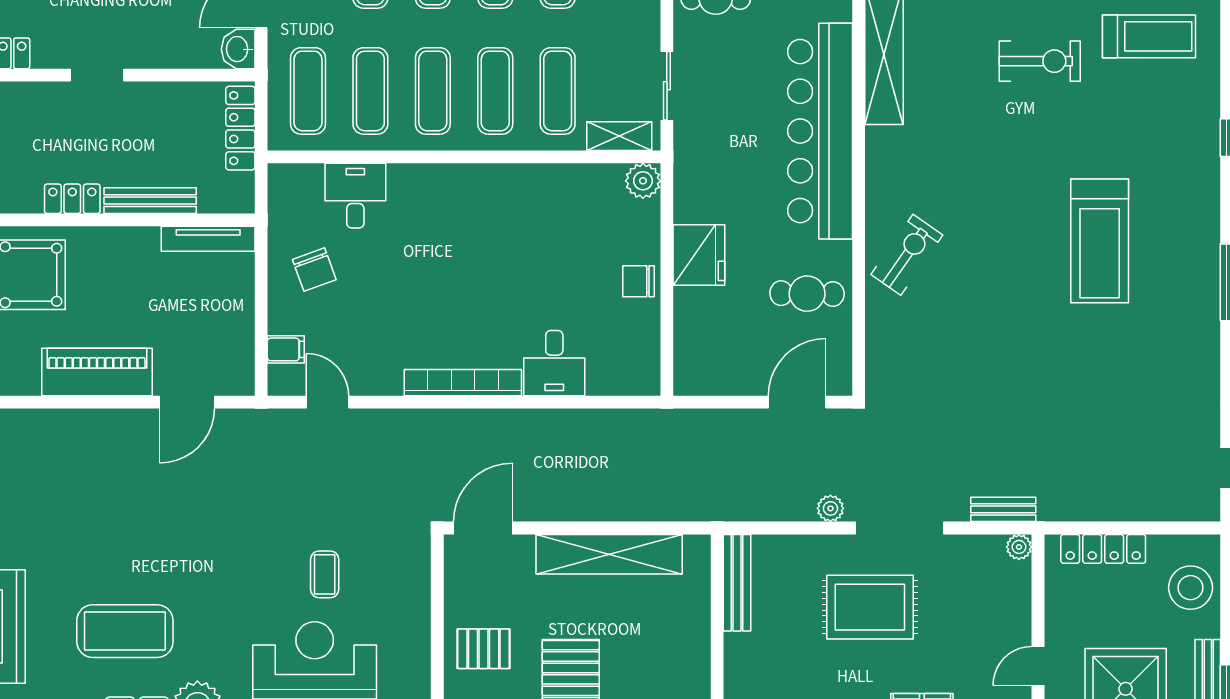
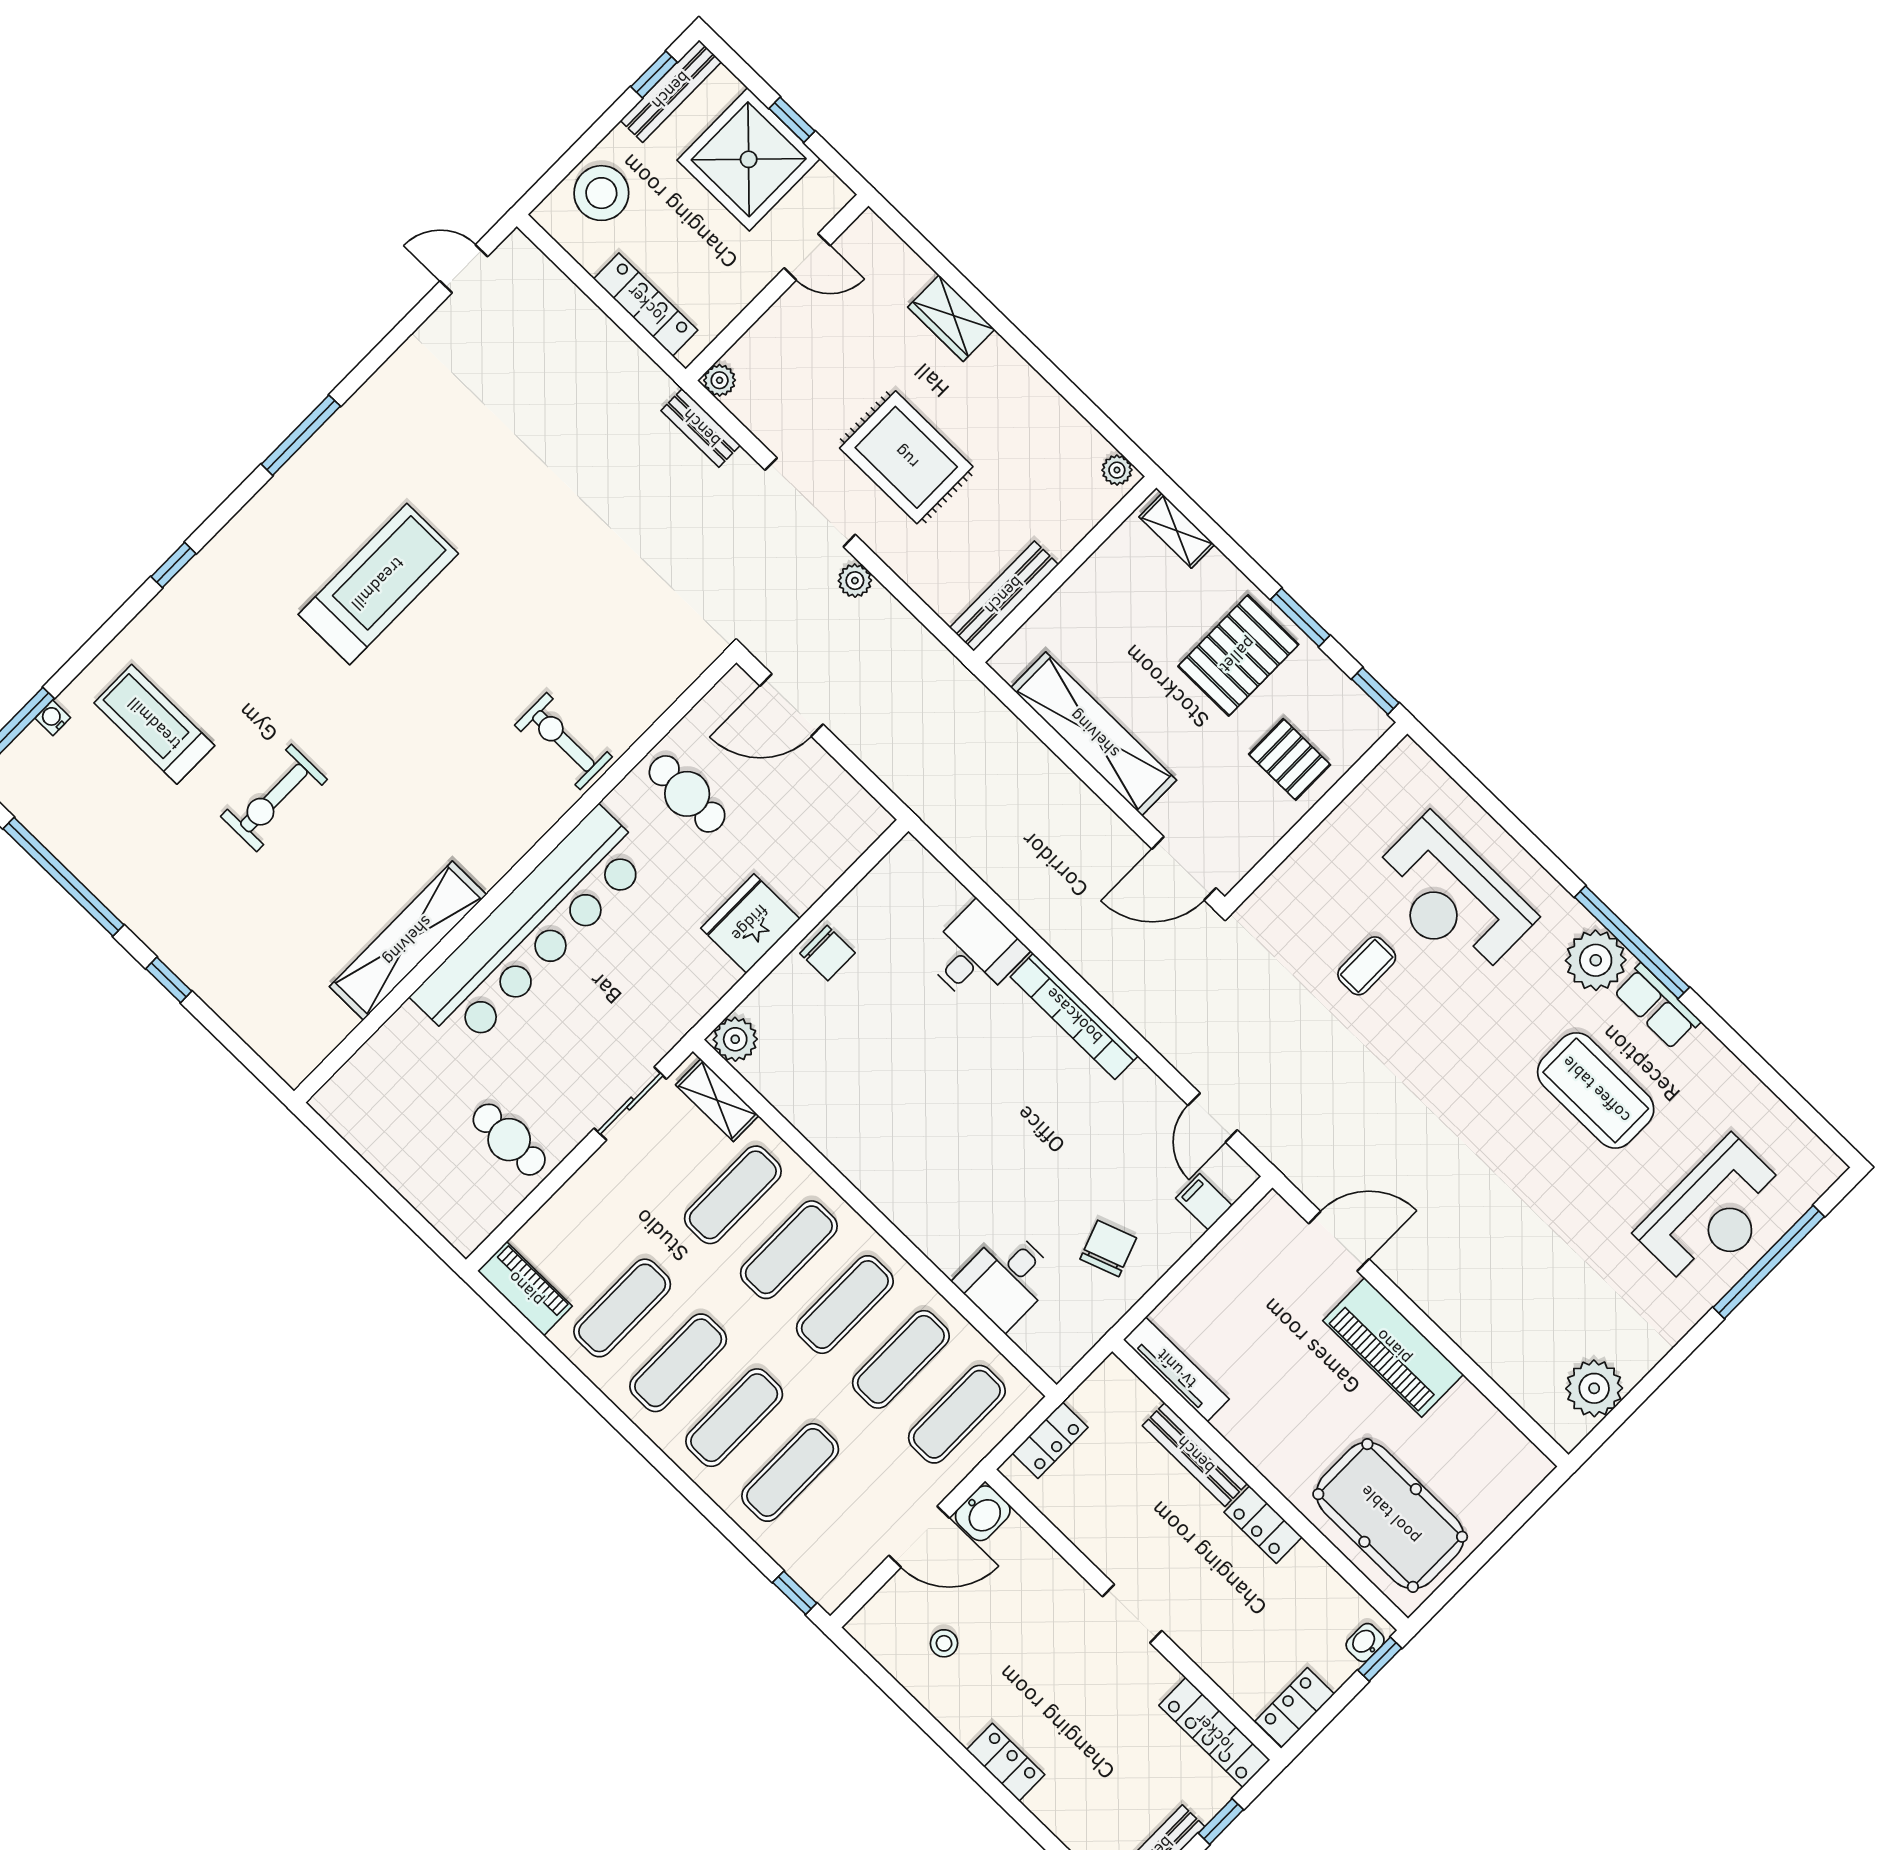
exercise bike: (1040, 61) -> (274, 798), turned -90
locker: (240, 128) -> (1050, 1440), width x0.66
exercise bike: (907, 255) -> (563, 741), turned 55

